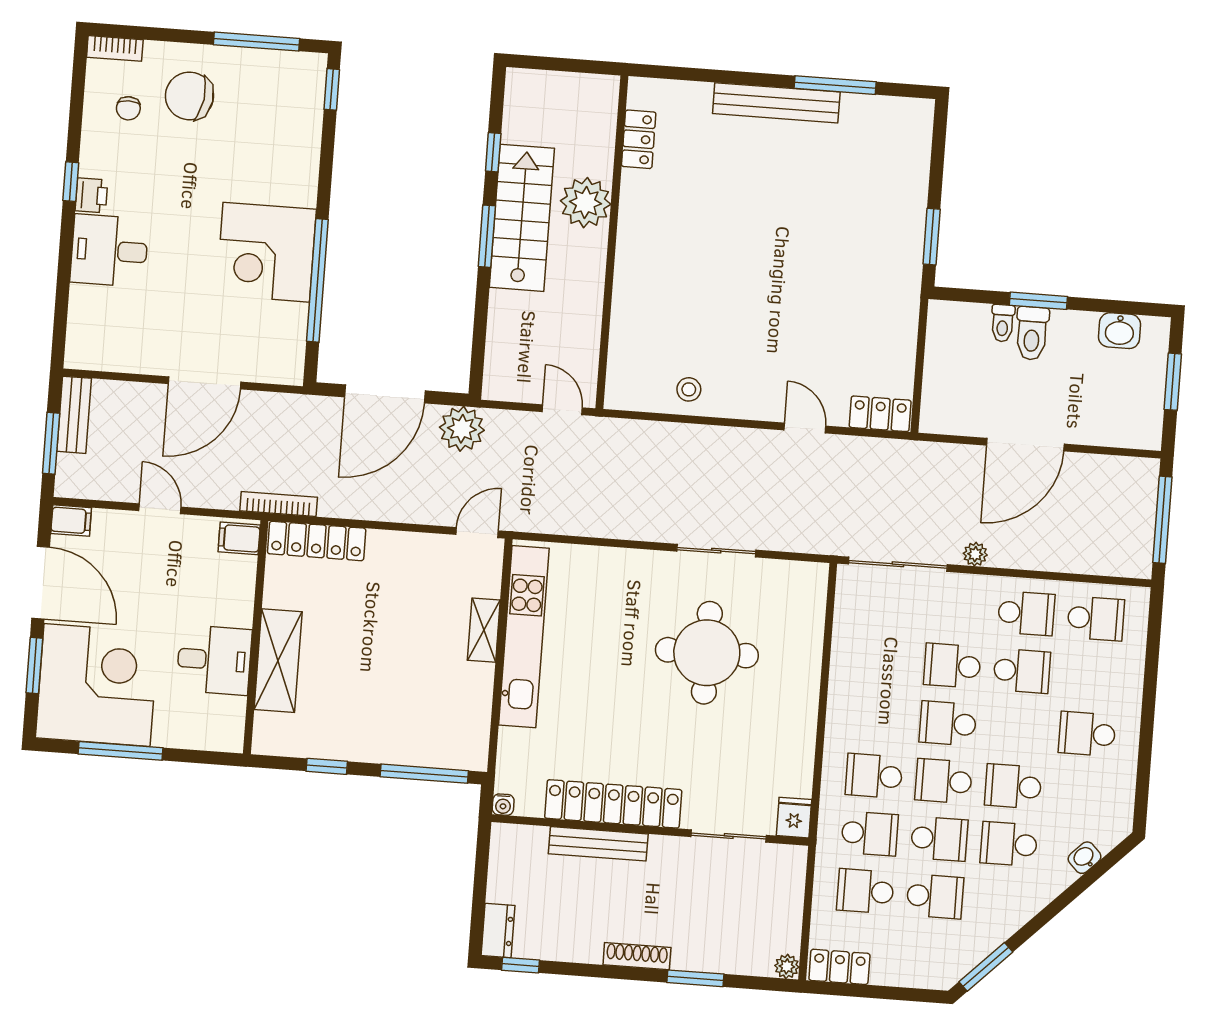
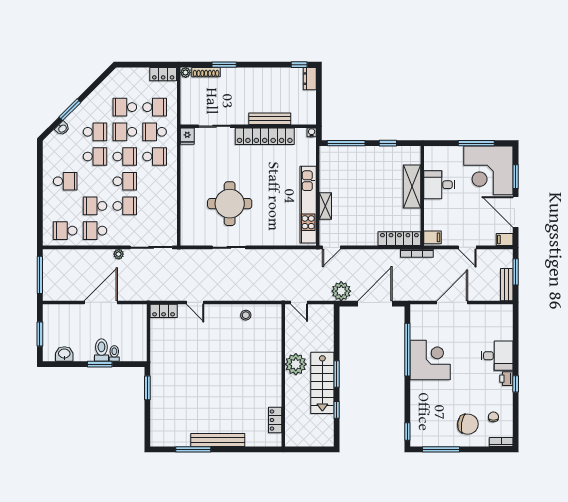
plant: (586, 203) -> (296, 364), moved
shoe rack: (637, 956) -> (206, 72), moved
window: (986, 967) -> (70, 110), moved

